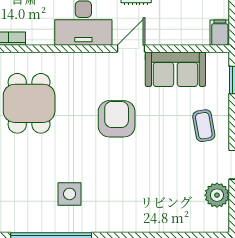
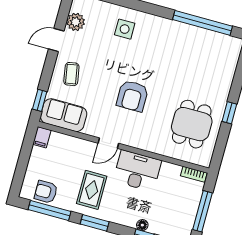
sofa: (175, 69) -> (64, 115), moved
side table: (70, 194) -> (125, 29), moved

